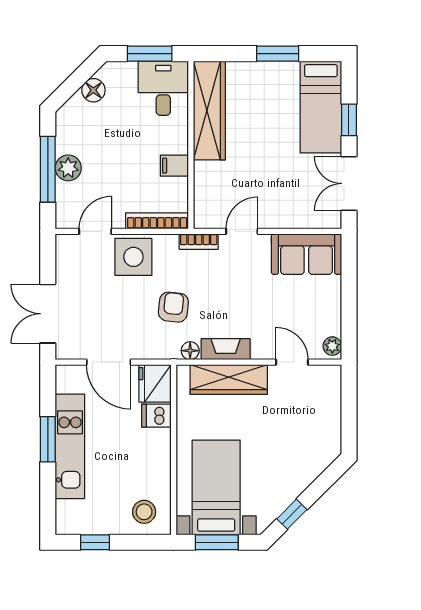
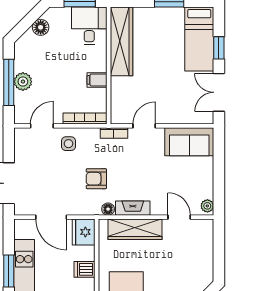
side table: (133, 257) -> (68, 144), width x0.54, depth x0.54
armchair: (173, 307) -> (96, 179), turned -96
dishwasher: (156, 416) -> (84, 269), moved

